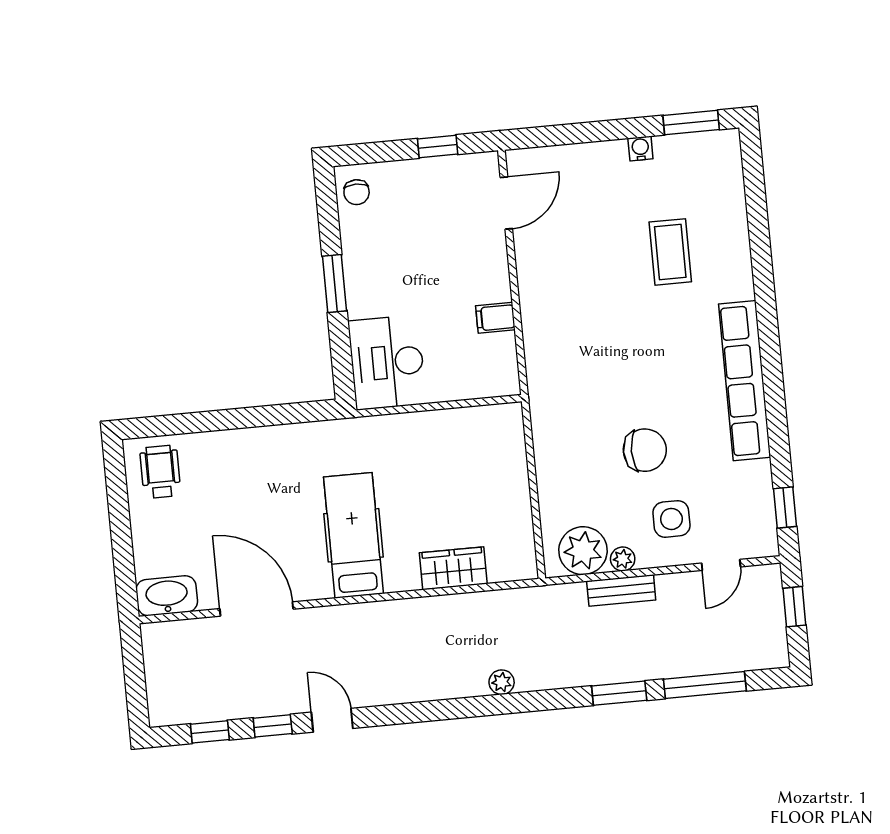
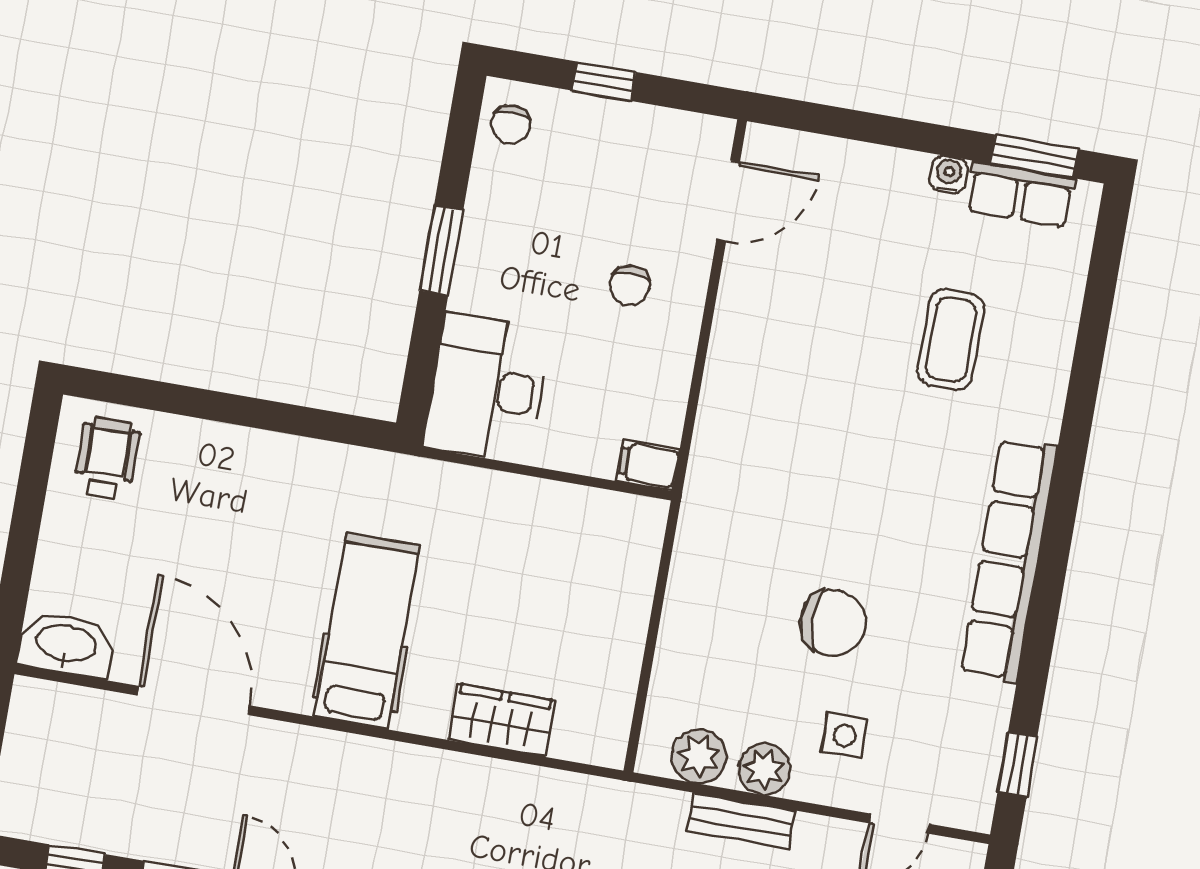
window: (438, 146) -> (604, 81), moved
row of seats: (689, 149) -> (1020, 194), added
chair: (459, 273) -> (630, 285), added
filing cabinet: (495, 318) -> (648, 465), moved
side table: (671, 519) -> (845, 735), width x0.73, depth x0.73
plant: (583, 551) -> (699, 756), width x0.73, depth x0.73
plant: (623, 559) -> (764, 769), width x1.38, depth x1.38

